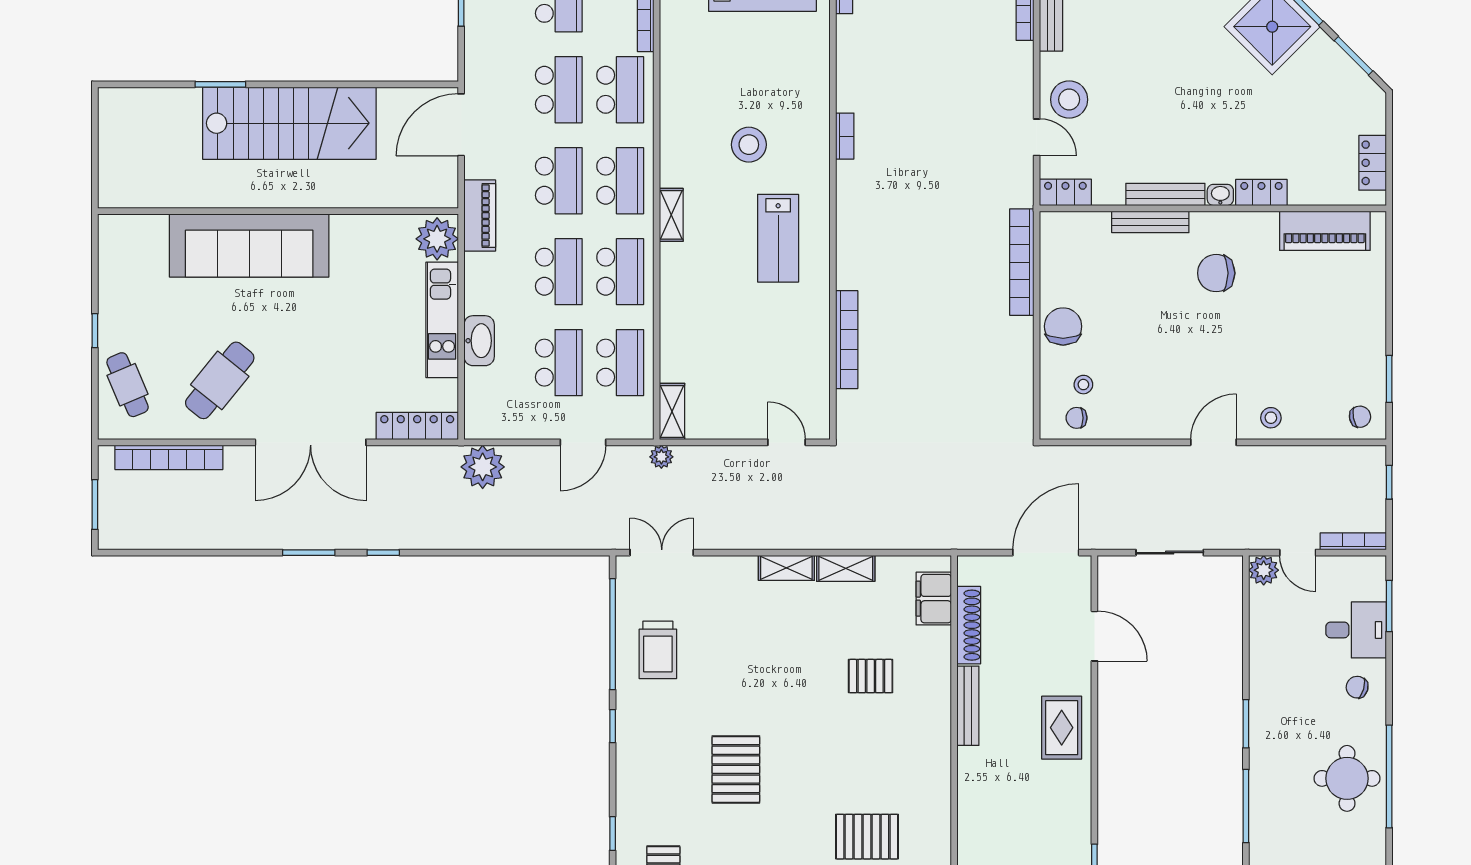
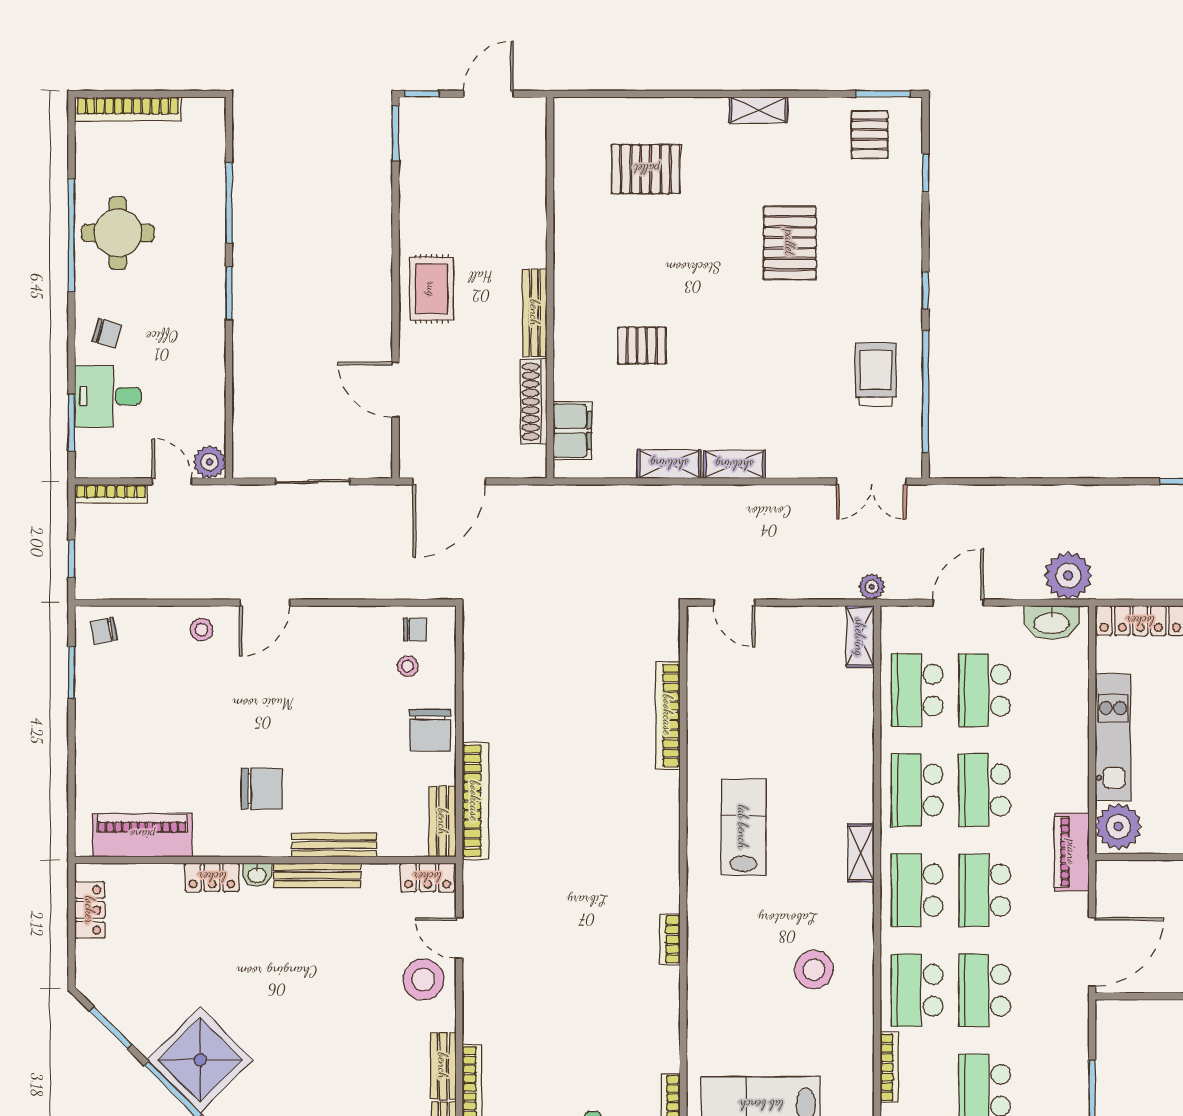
stool: (749, 145) -> (814, 970), moved
bench: (1052, 243) -> (443, 822), added
washbasin: (479, 341) -> (1052, 622), moved, turned -90

